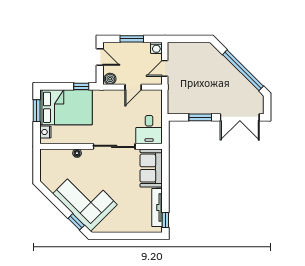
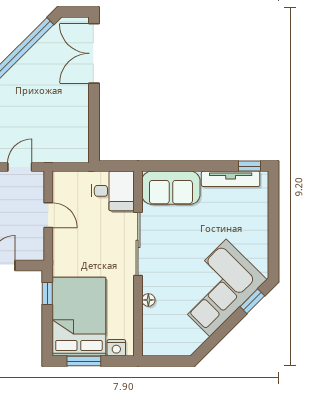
door: (165, 68) -> (20, 167), swing flipped
boiler: (110, 79) -> (36, 250), removed
window: (200, 117) -> (94, 113), removed
double door: (240, 117) -> (94, 53), swing flipped

